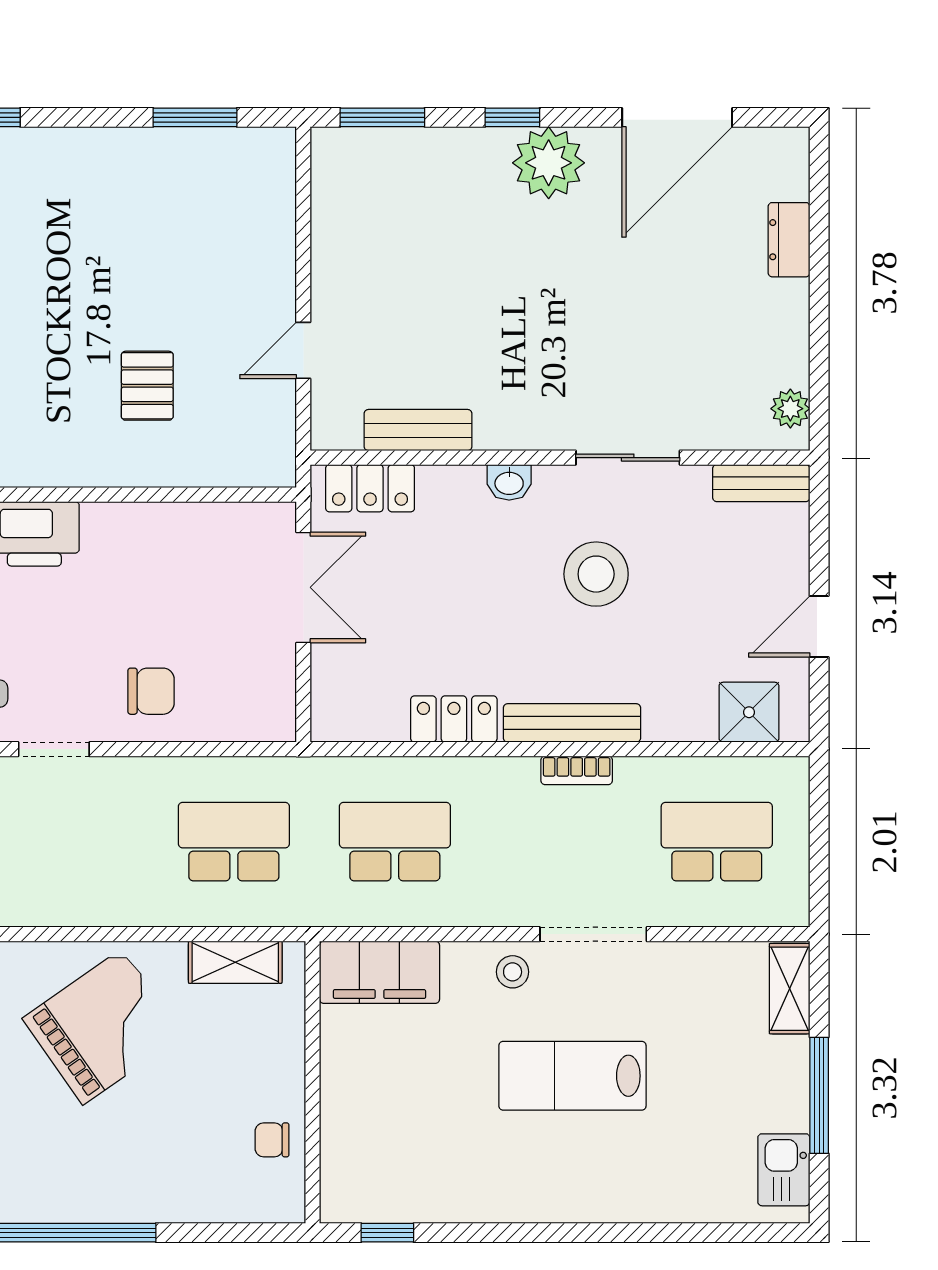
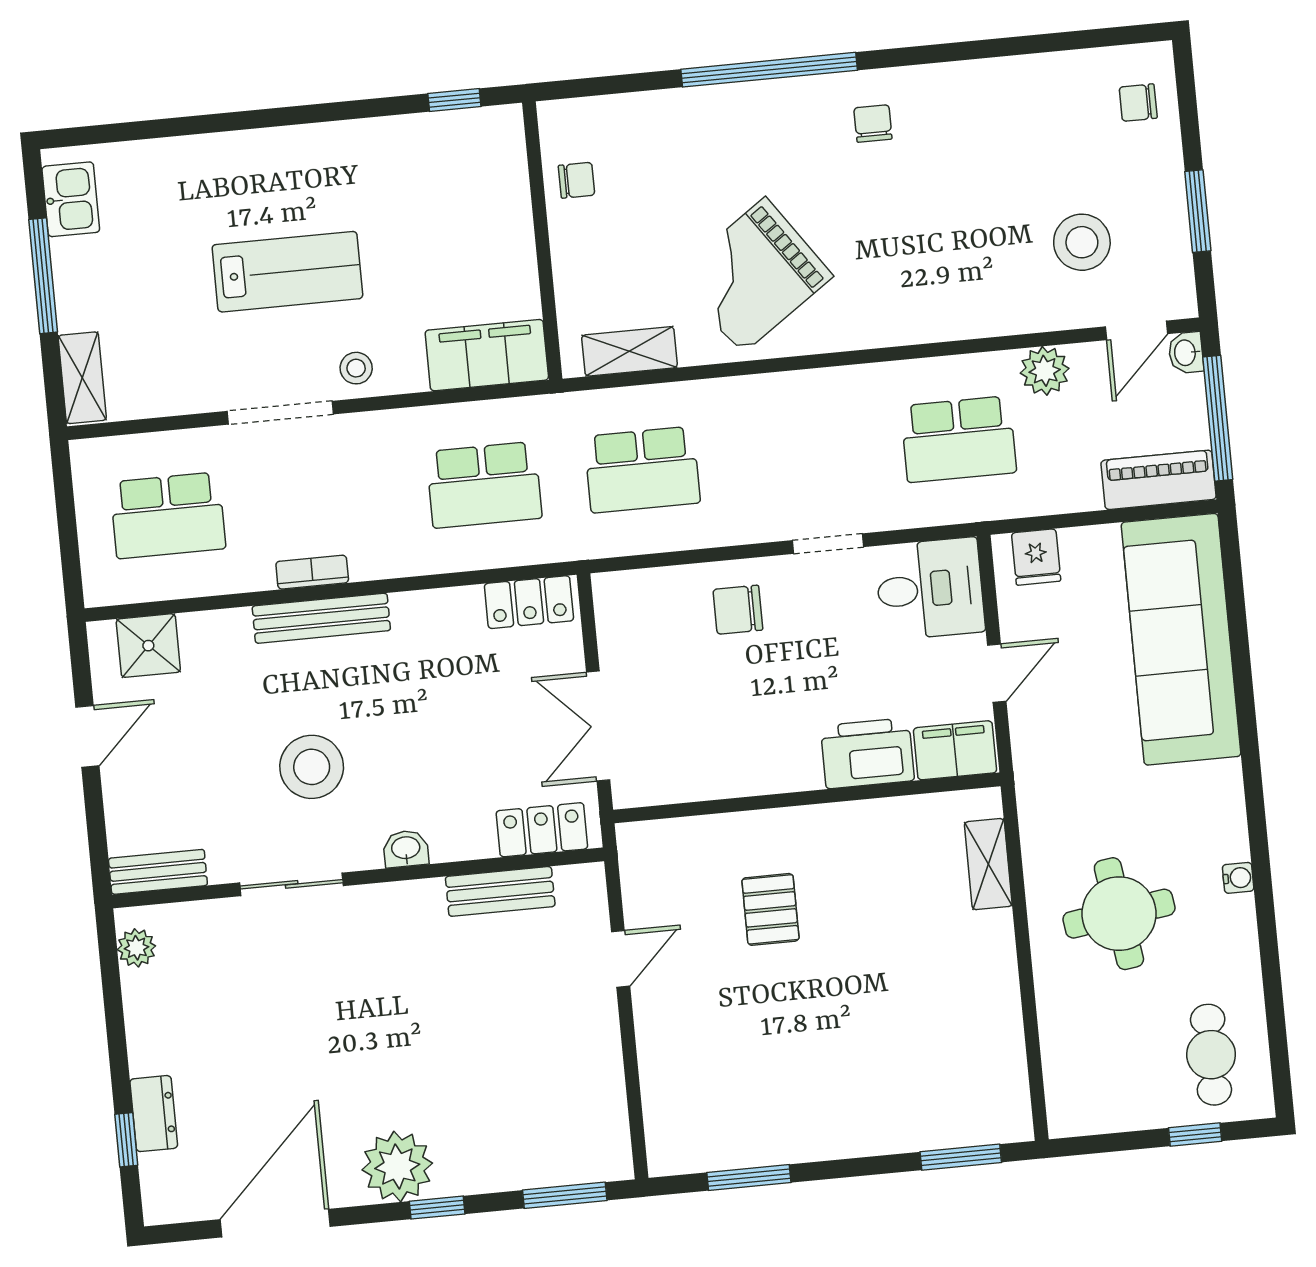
window: (819, 216) -> (126, 1140), added
locker: (454, 719) -> (529, 602), moved

